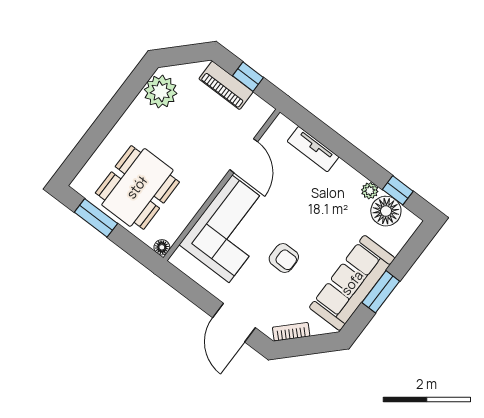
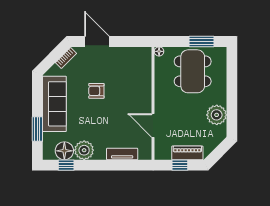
plant: (161, 92) -> (217, 115), moved
plant: (370, 191) -> (84, 150), width x1.87, depth x1.87
corner sofa: (230, 229) -> (133, 85), removed
window: (381, 292) -> (37, 129), moved

